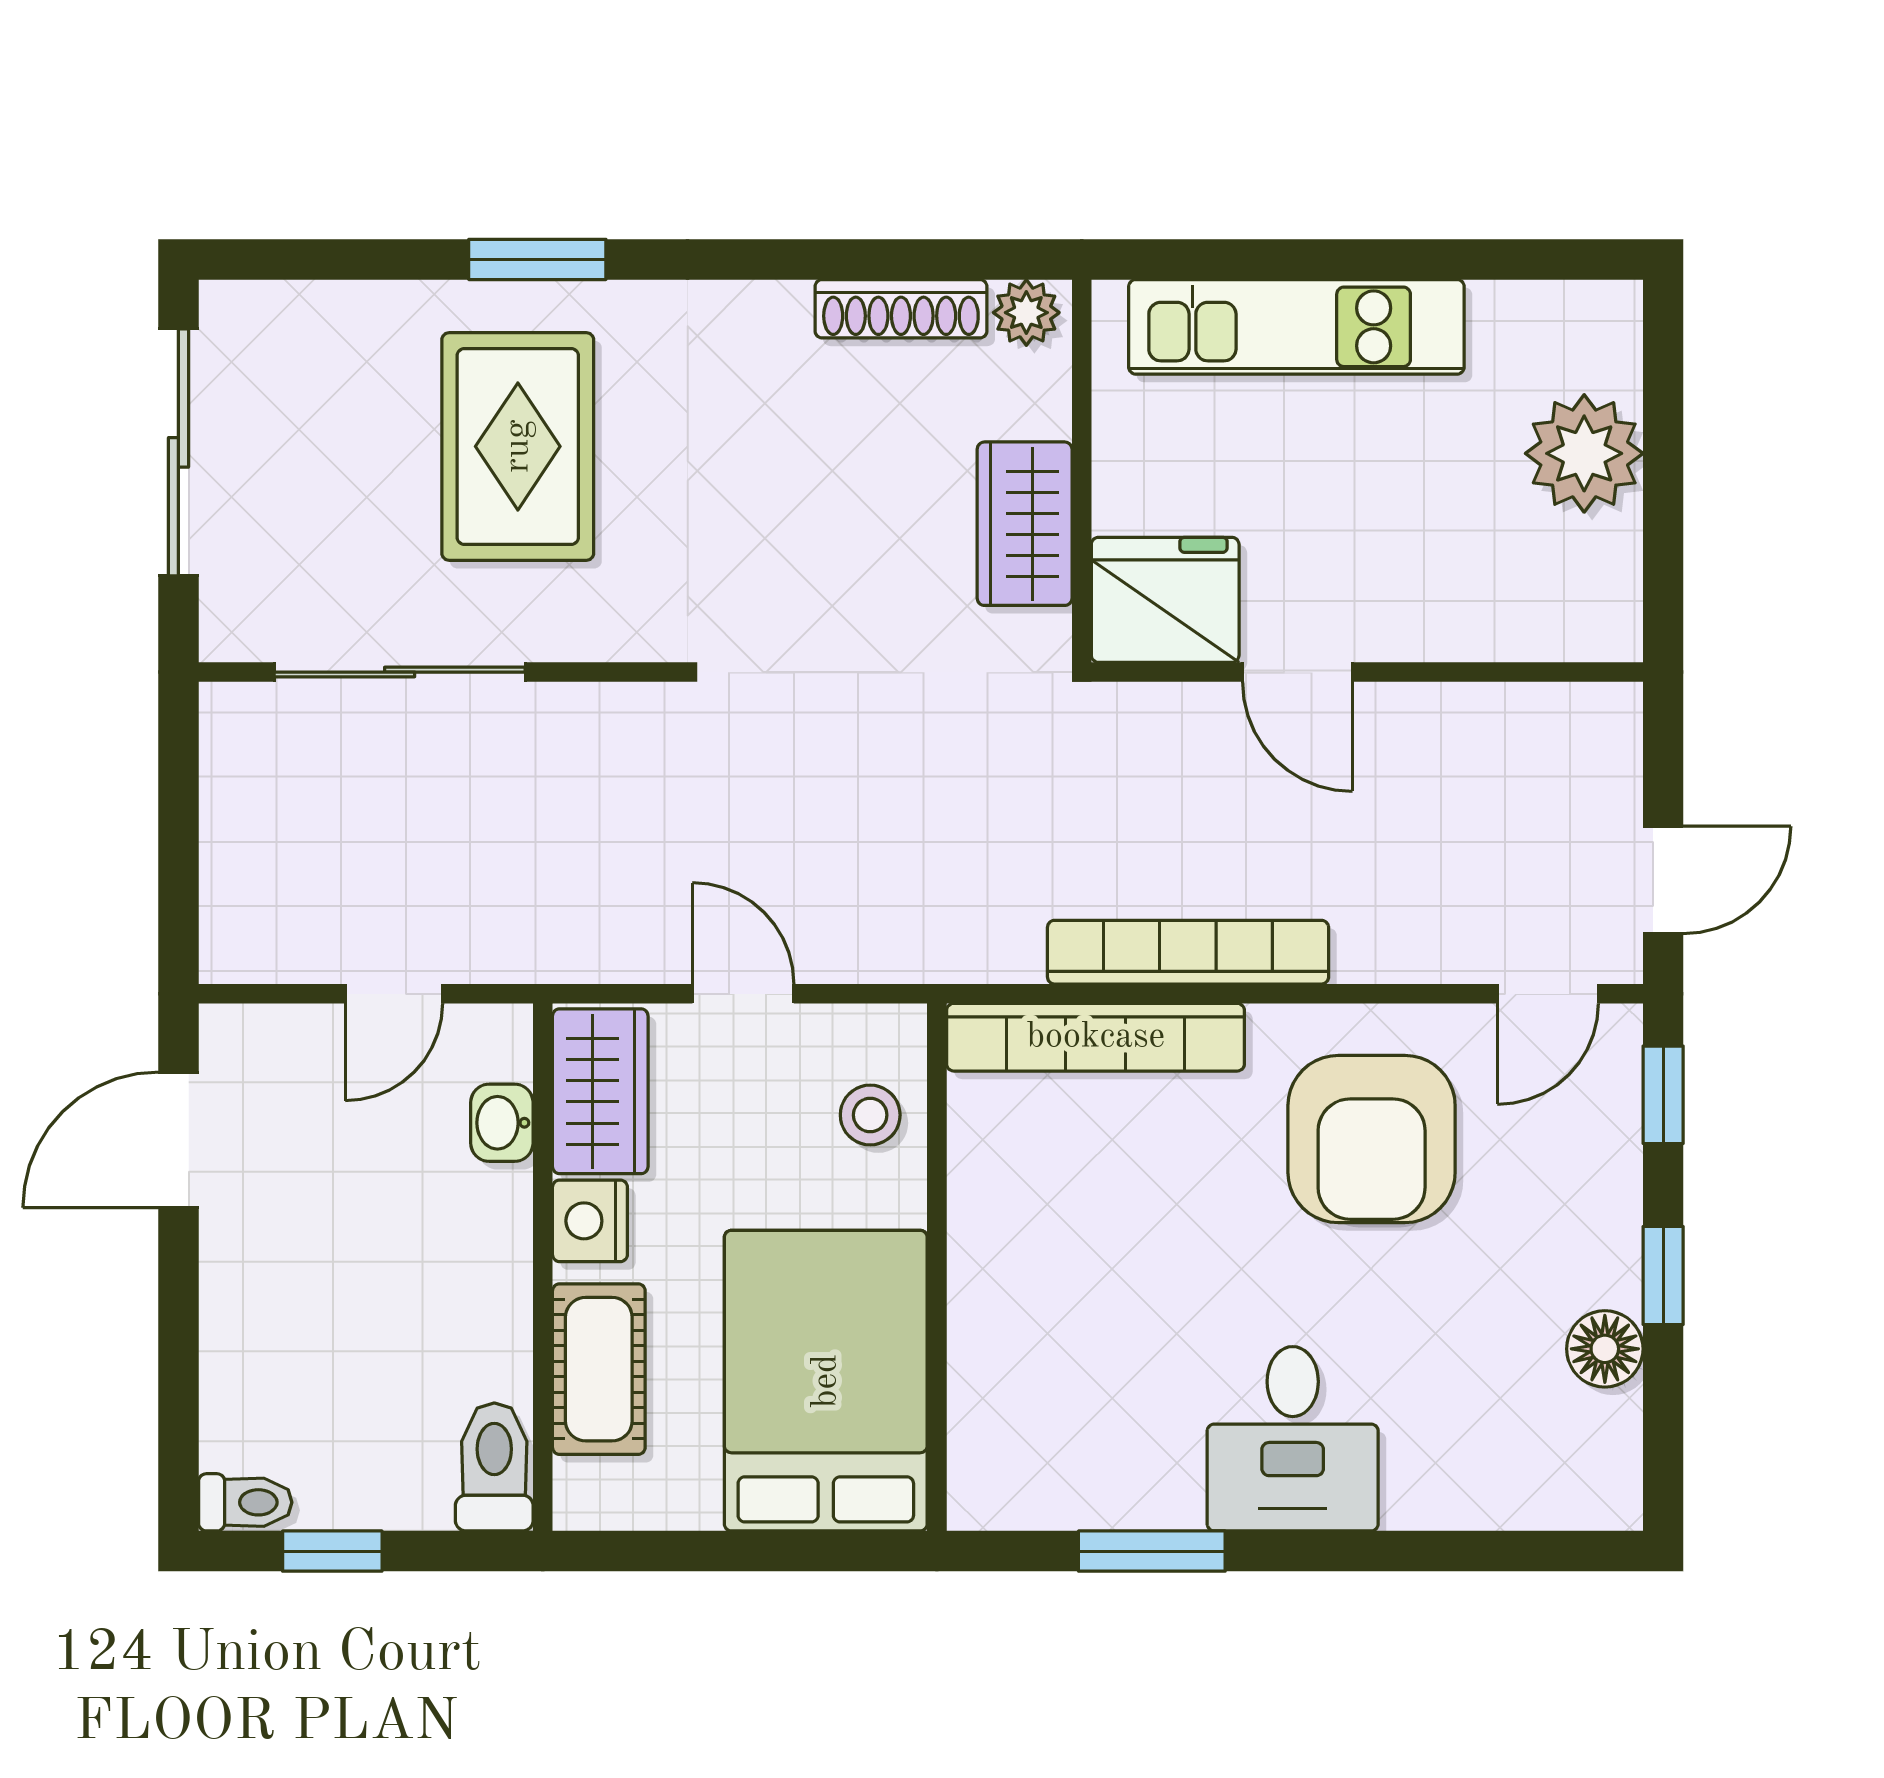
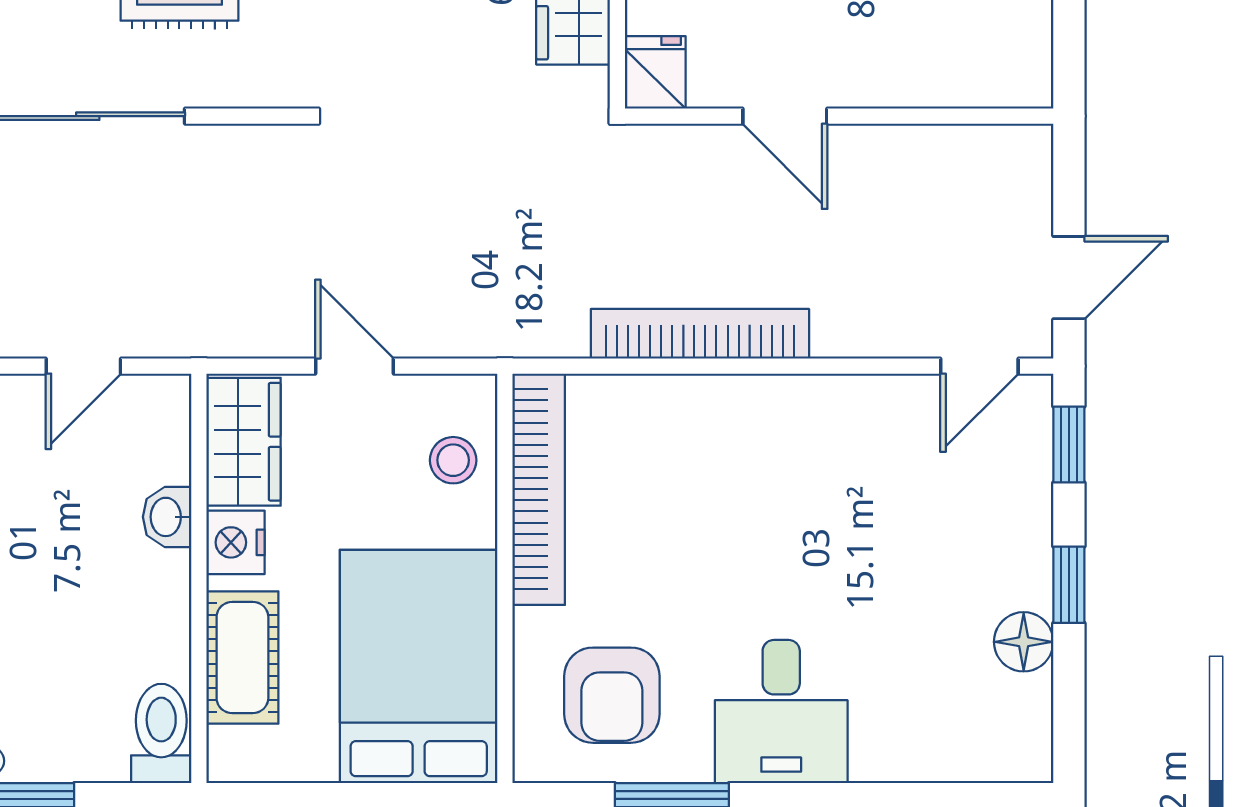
fridge: (1165, 600) -> (655, 72), width x0.53, depth x0.75
bookcase: (1096, 1037) -> (539, 489), moved, turned -90
washbasin: (502, 1123) -> (167, 517), moved
armchair: (1372, 1139) -> (612, 695), moved, width x0.73, depth x0.73

